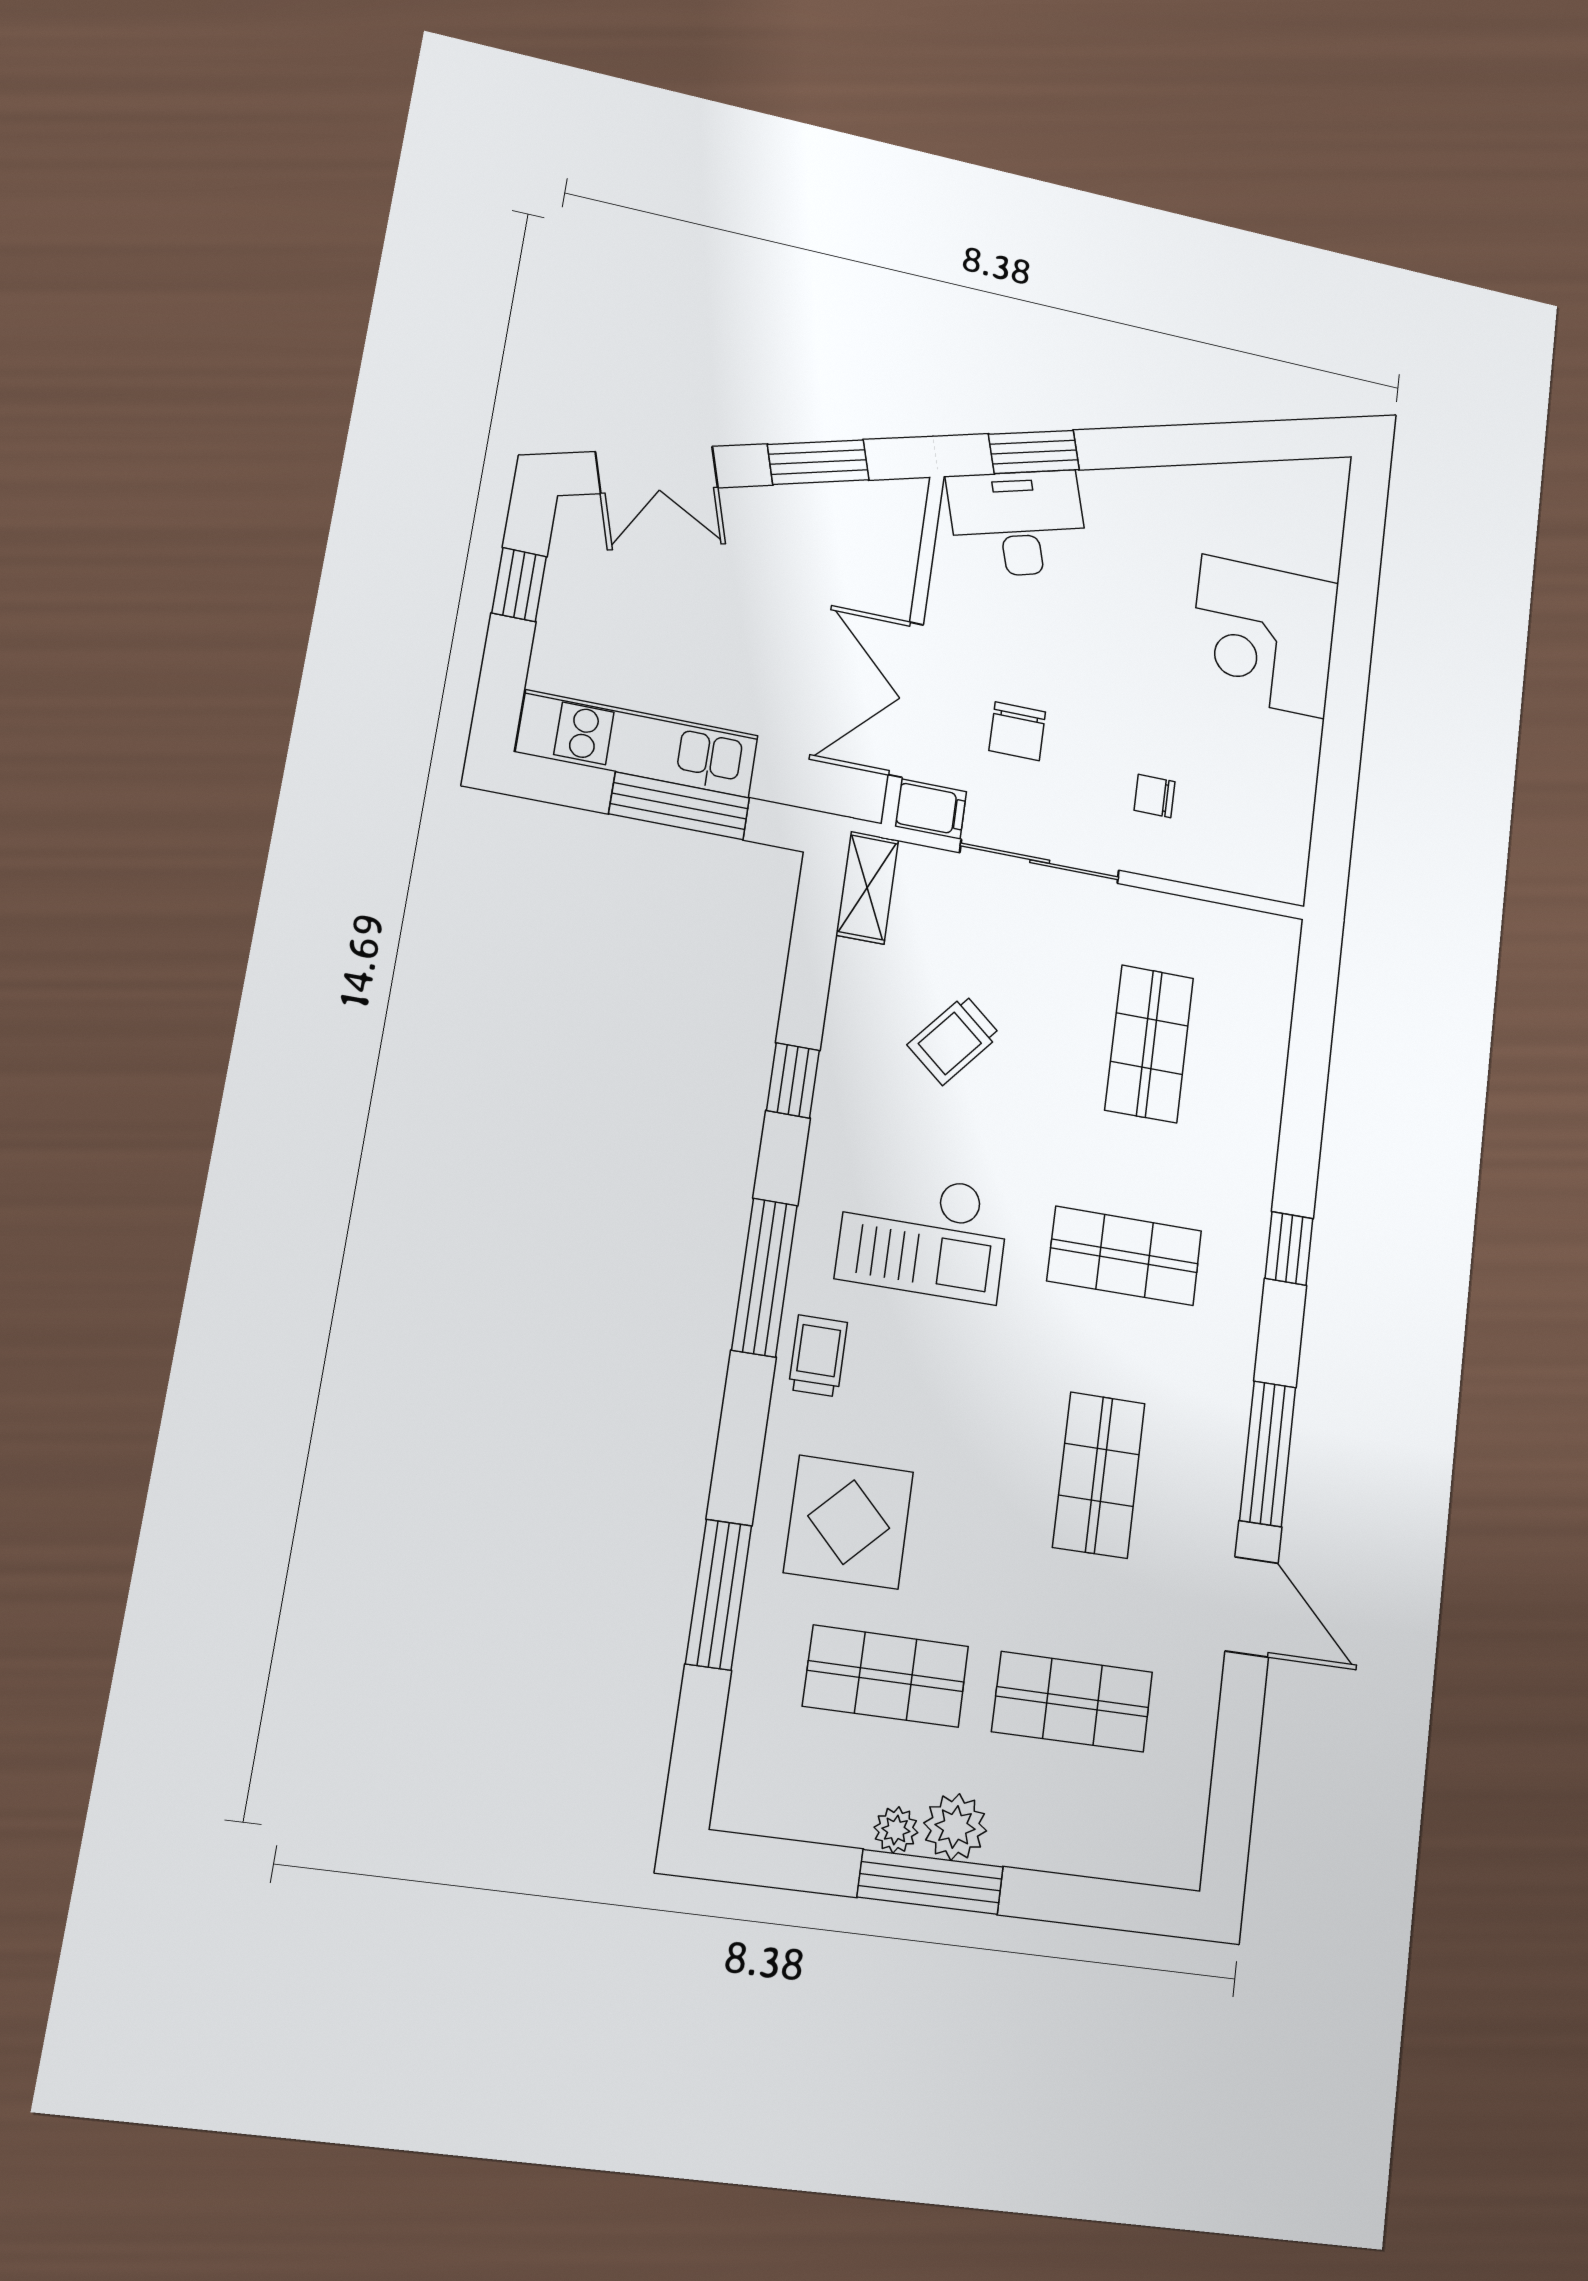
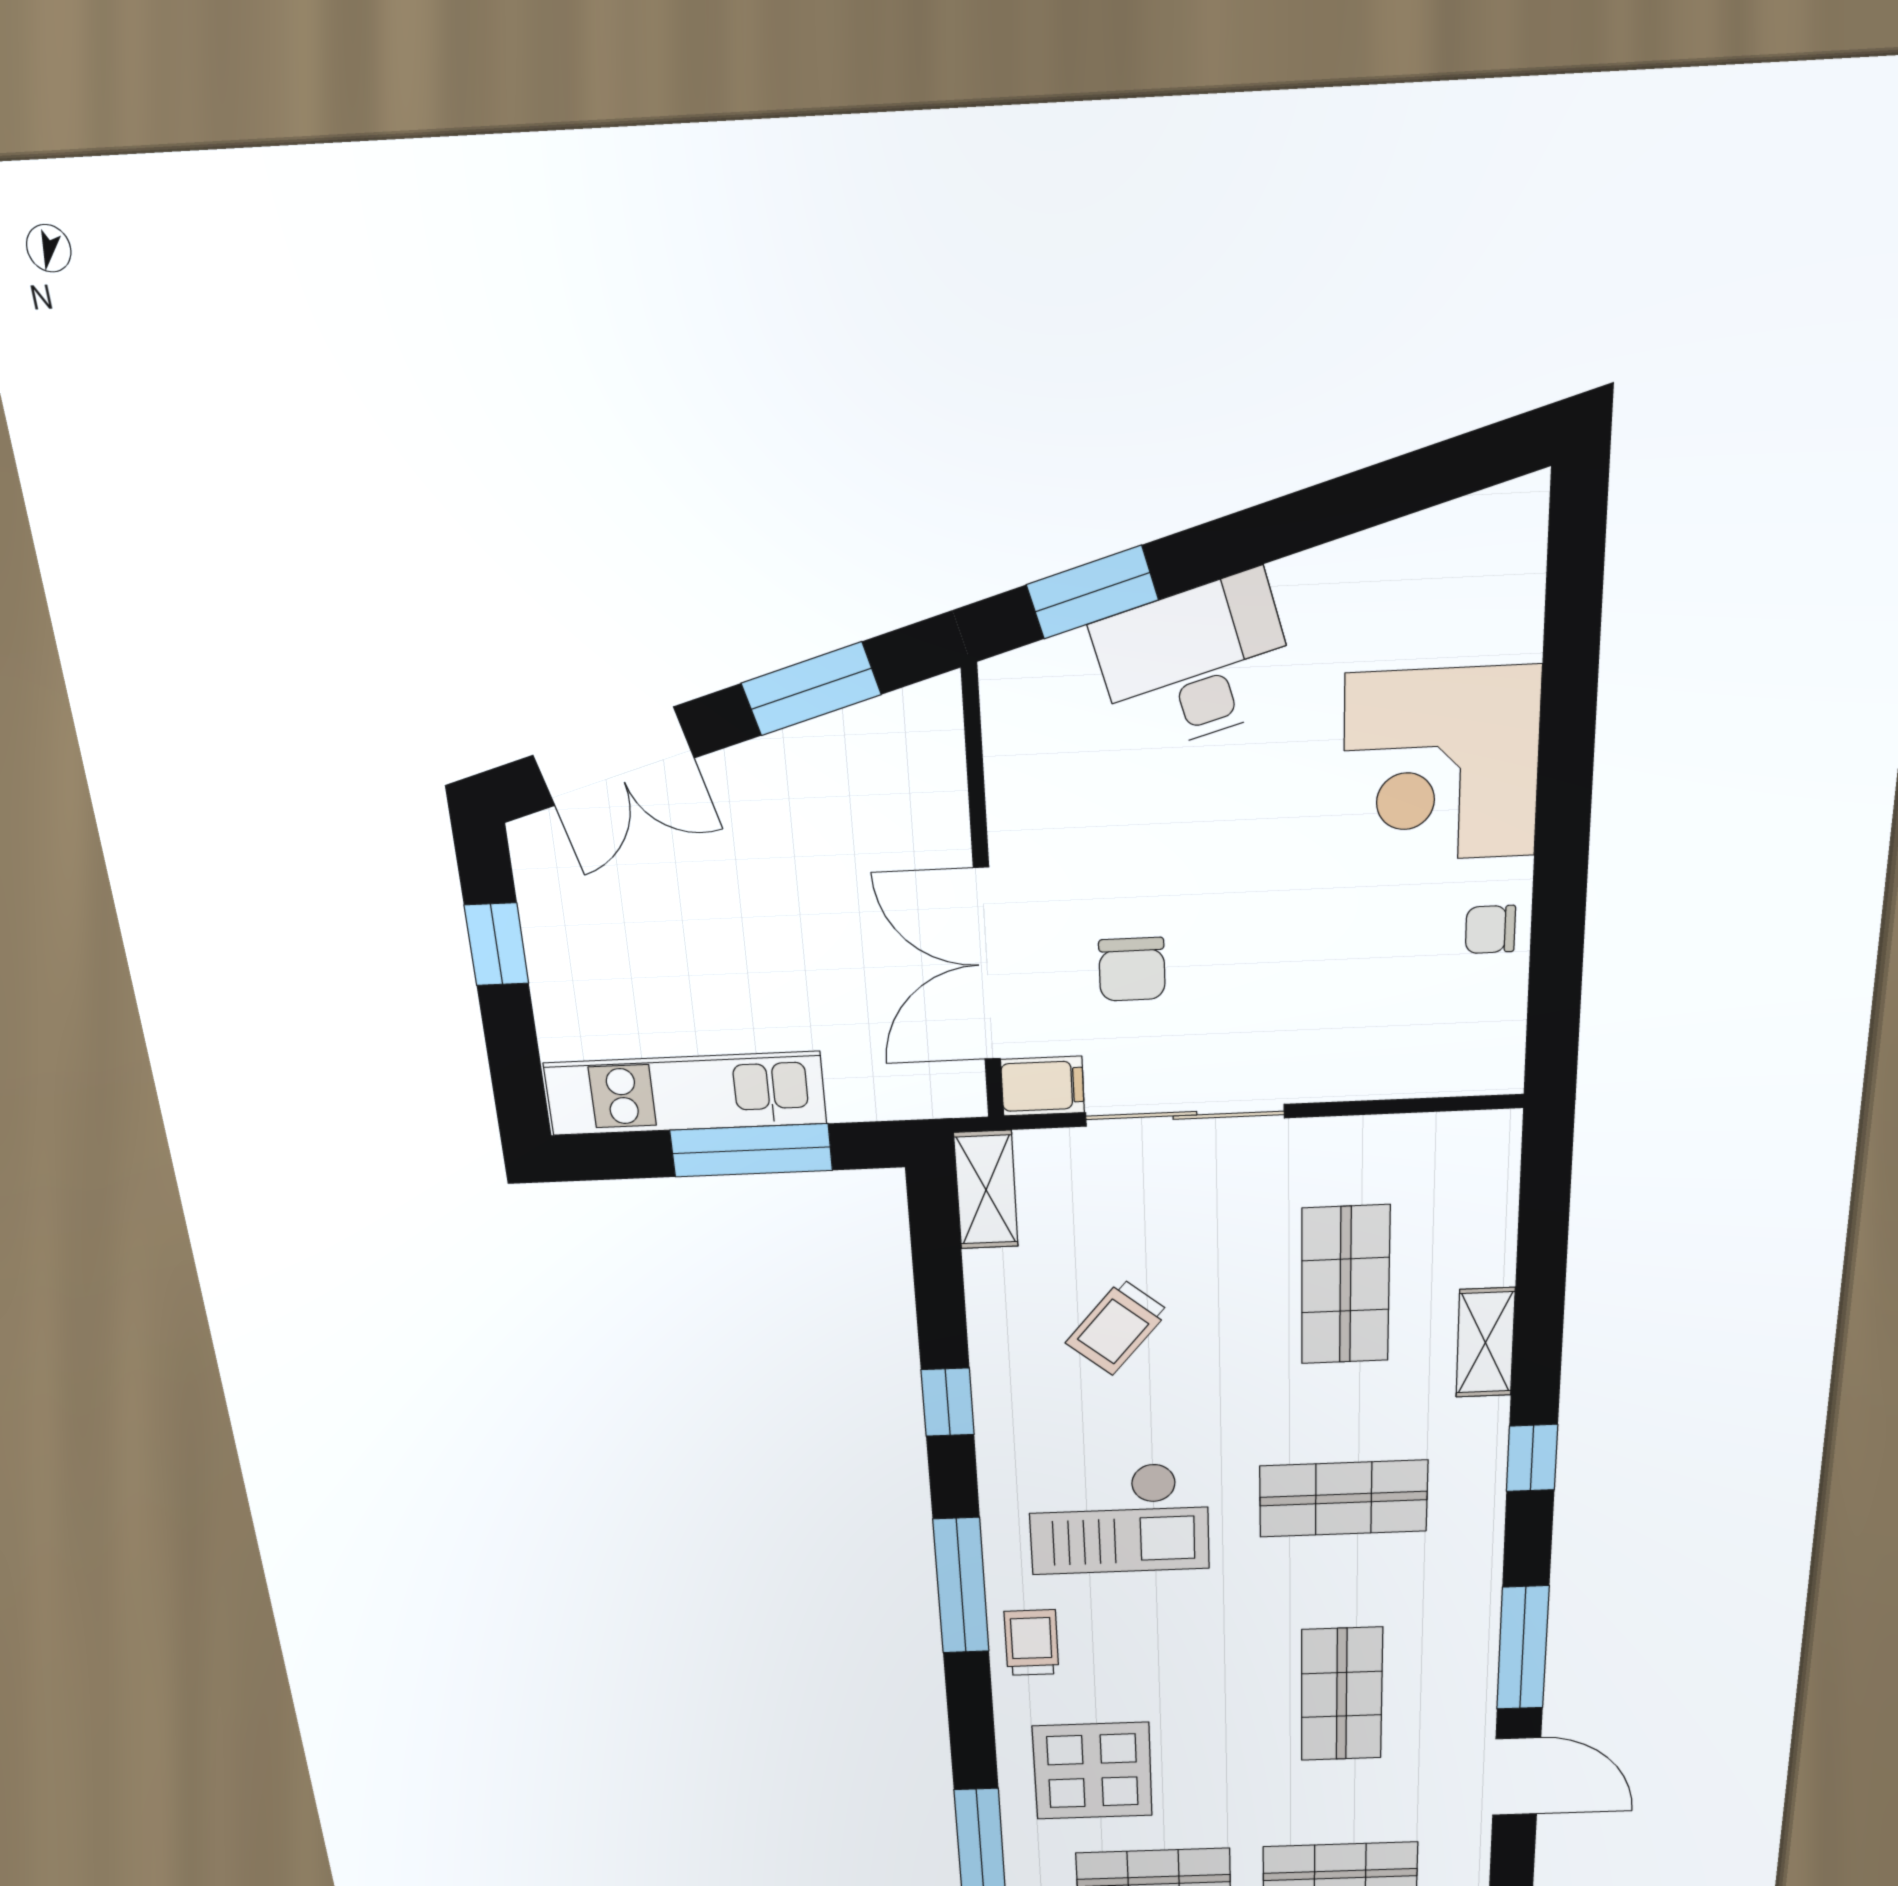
desk: (1018, 524) -> (1196, 664), moved
chair: (1155, 796) -> (1490, 929), moved
shelving: (1258, 1125) -> (1485, 1343), added

